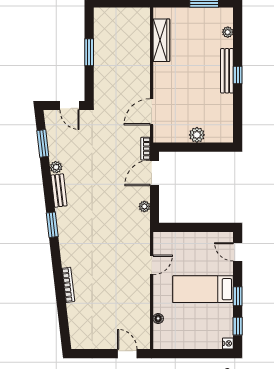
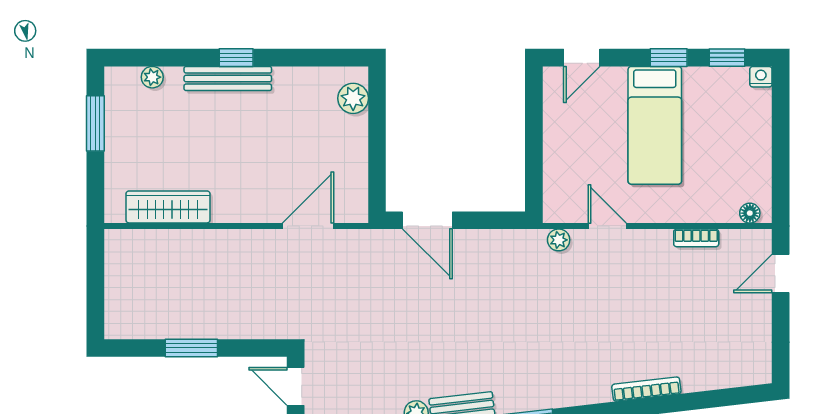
door: (70, 106) -> (296, 386), swing flipped
door: (152, 112) -> (308, 226), swing flipped
plant: (197, 135) -> (353, 98), moved
bookcase: (145, 149) -> (696, 238), moved
plant: (144, 206) -> (559, 240), moved
floor lamp: (158, 318) -> (750, 213), moved

